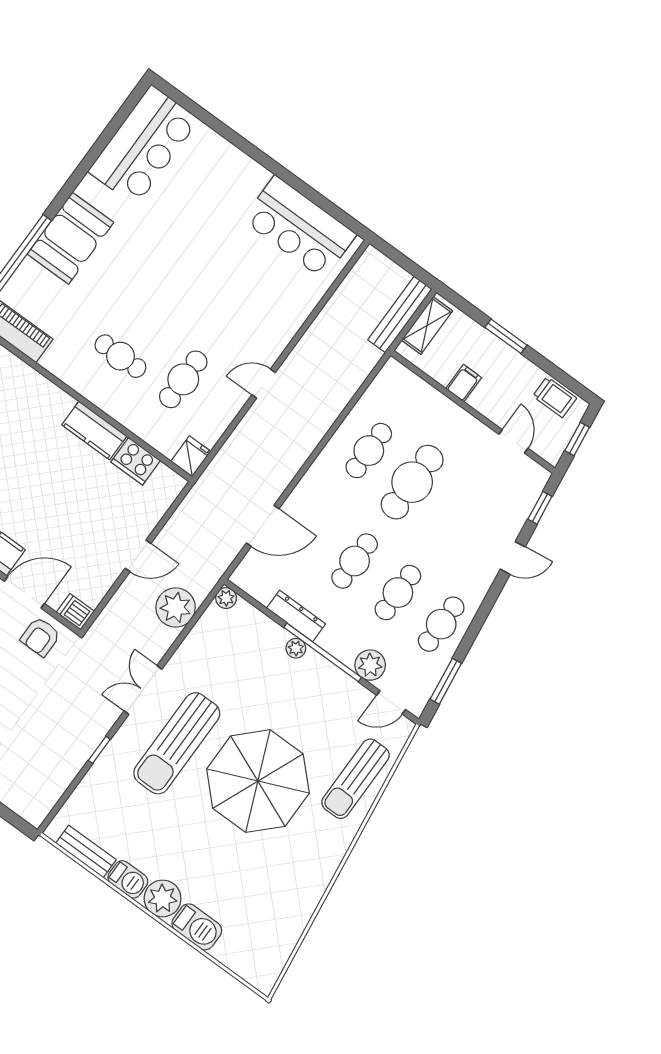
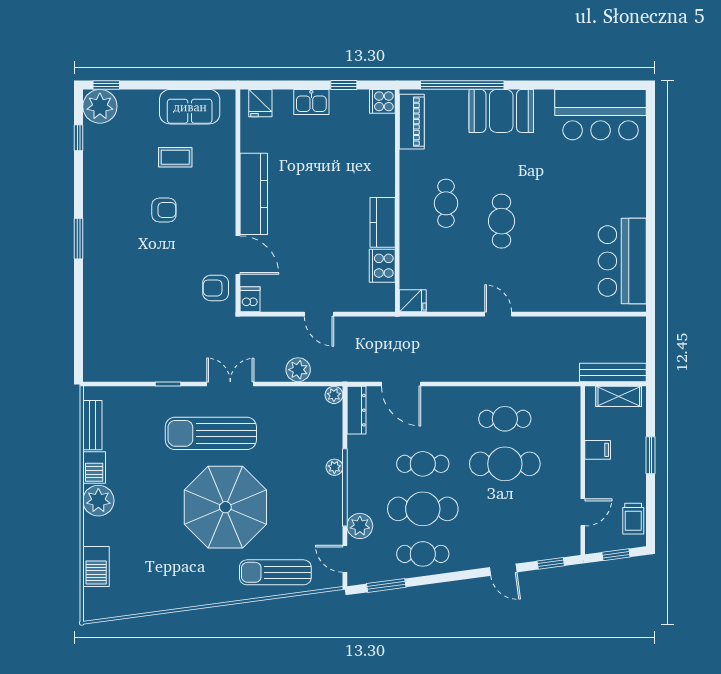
cafe table: (183, 379) -> (502, 221), moved, turned 90
cafe table: (398, 593) -> (423, 509), width x1.37, depth x1.35
plant: (176, 608) -> (298, 370), width x0.73, depth x0.73
dresser: (296, 616) -> (356, 410), moved
barbecue: (197, 927) -> (96, 566), moved

